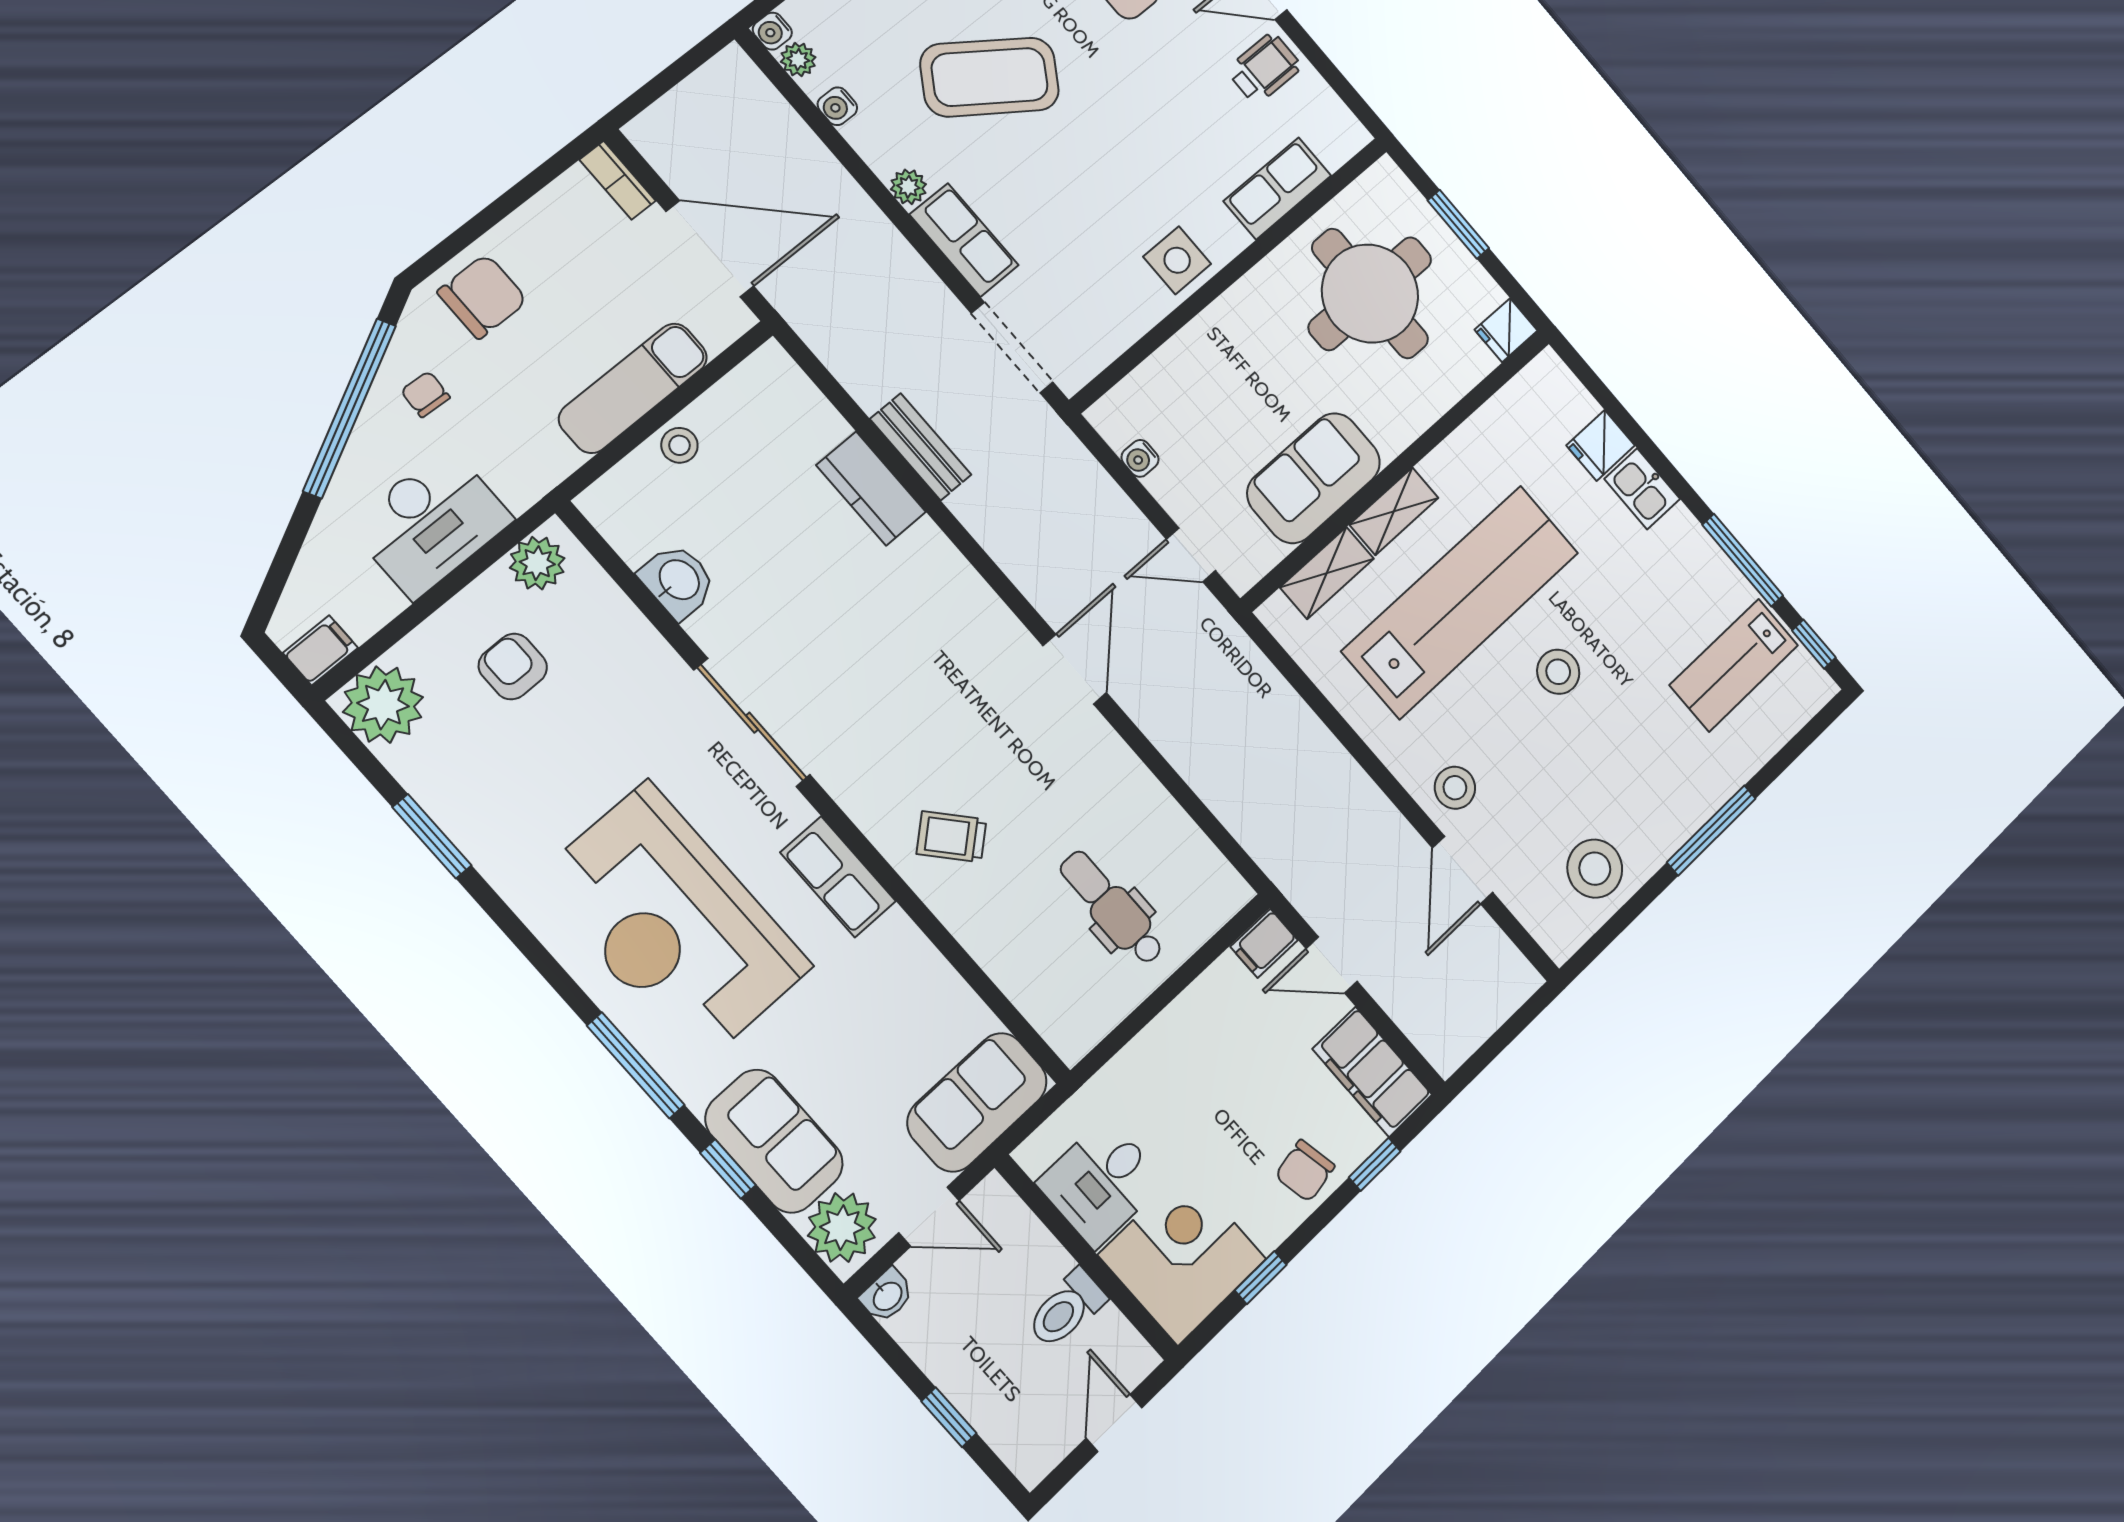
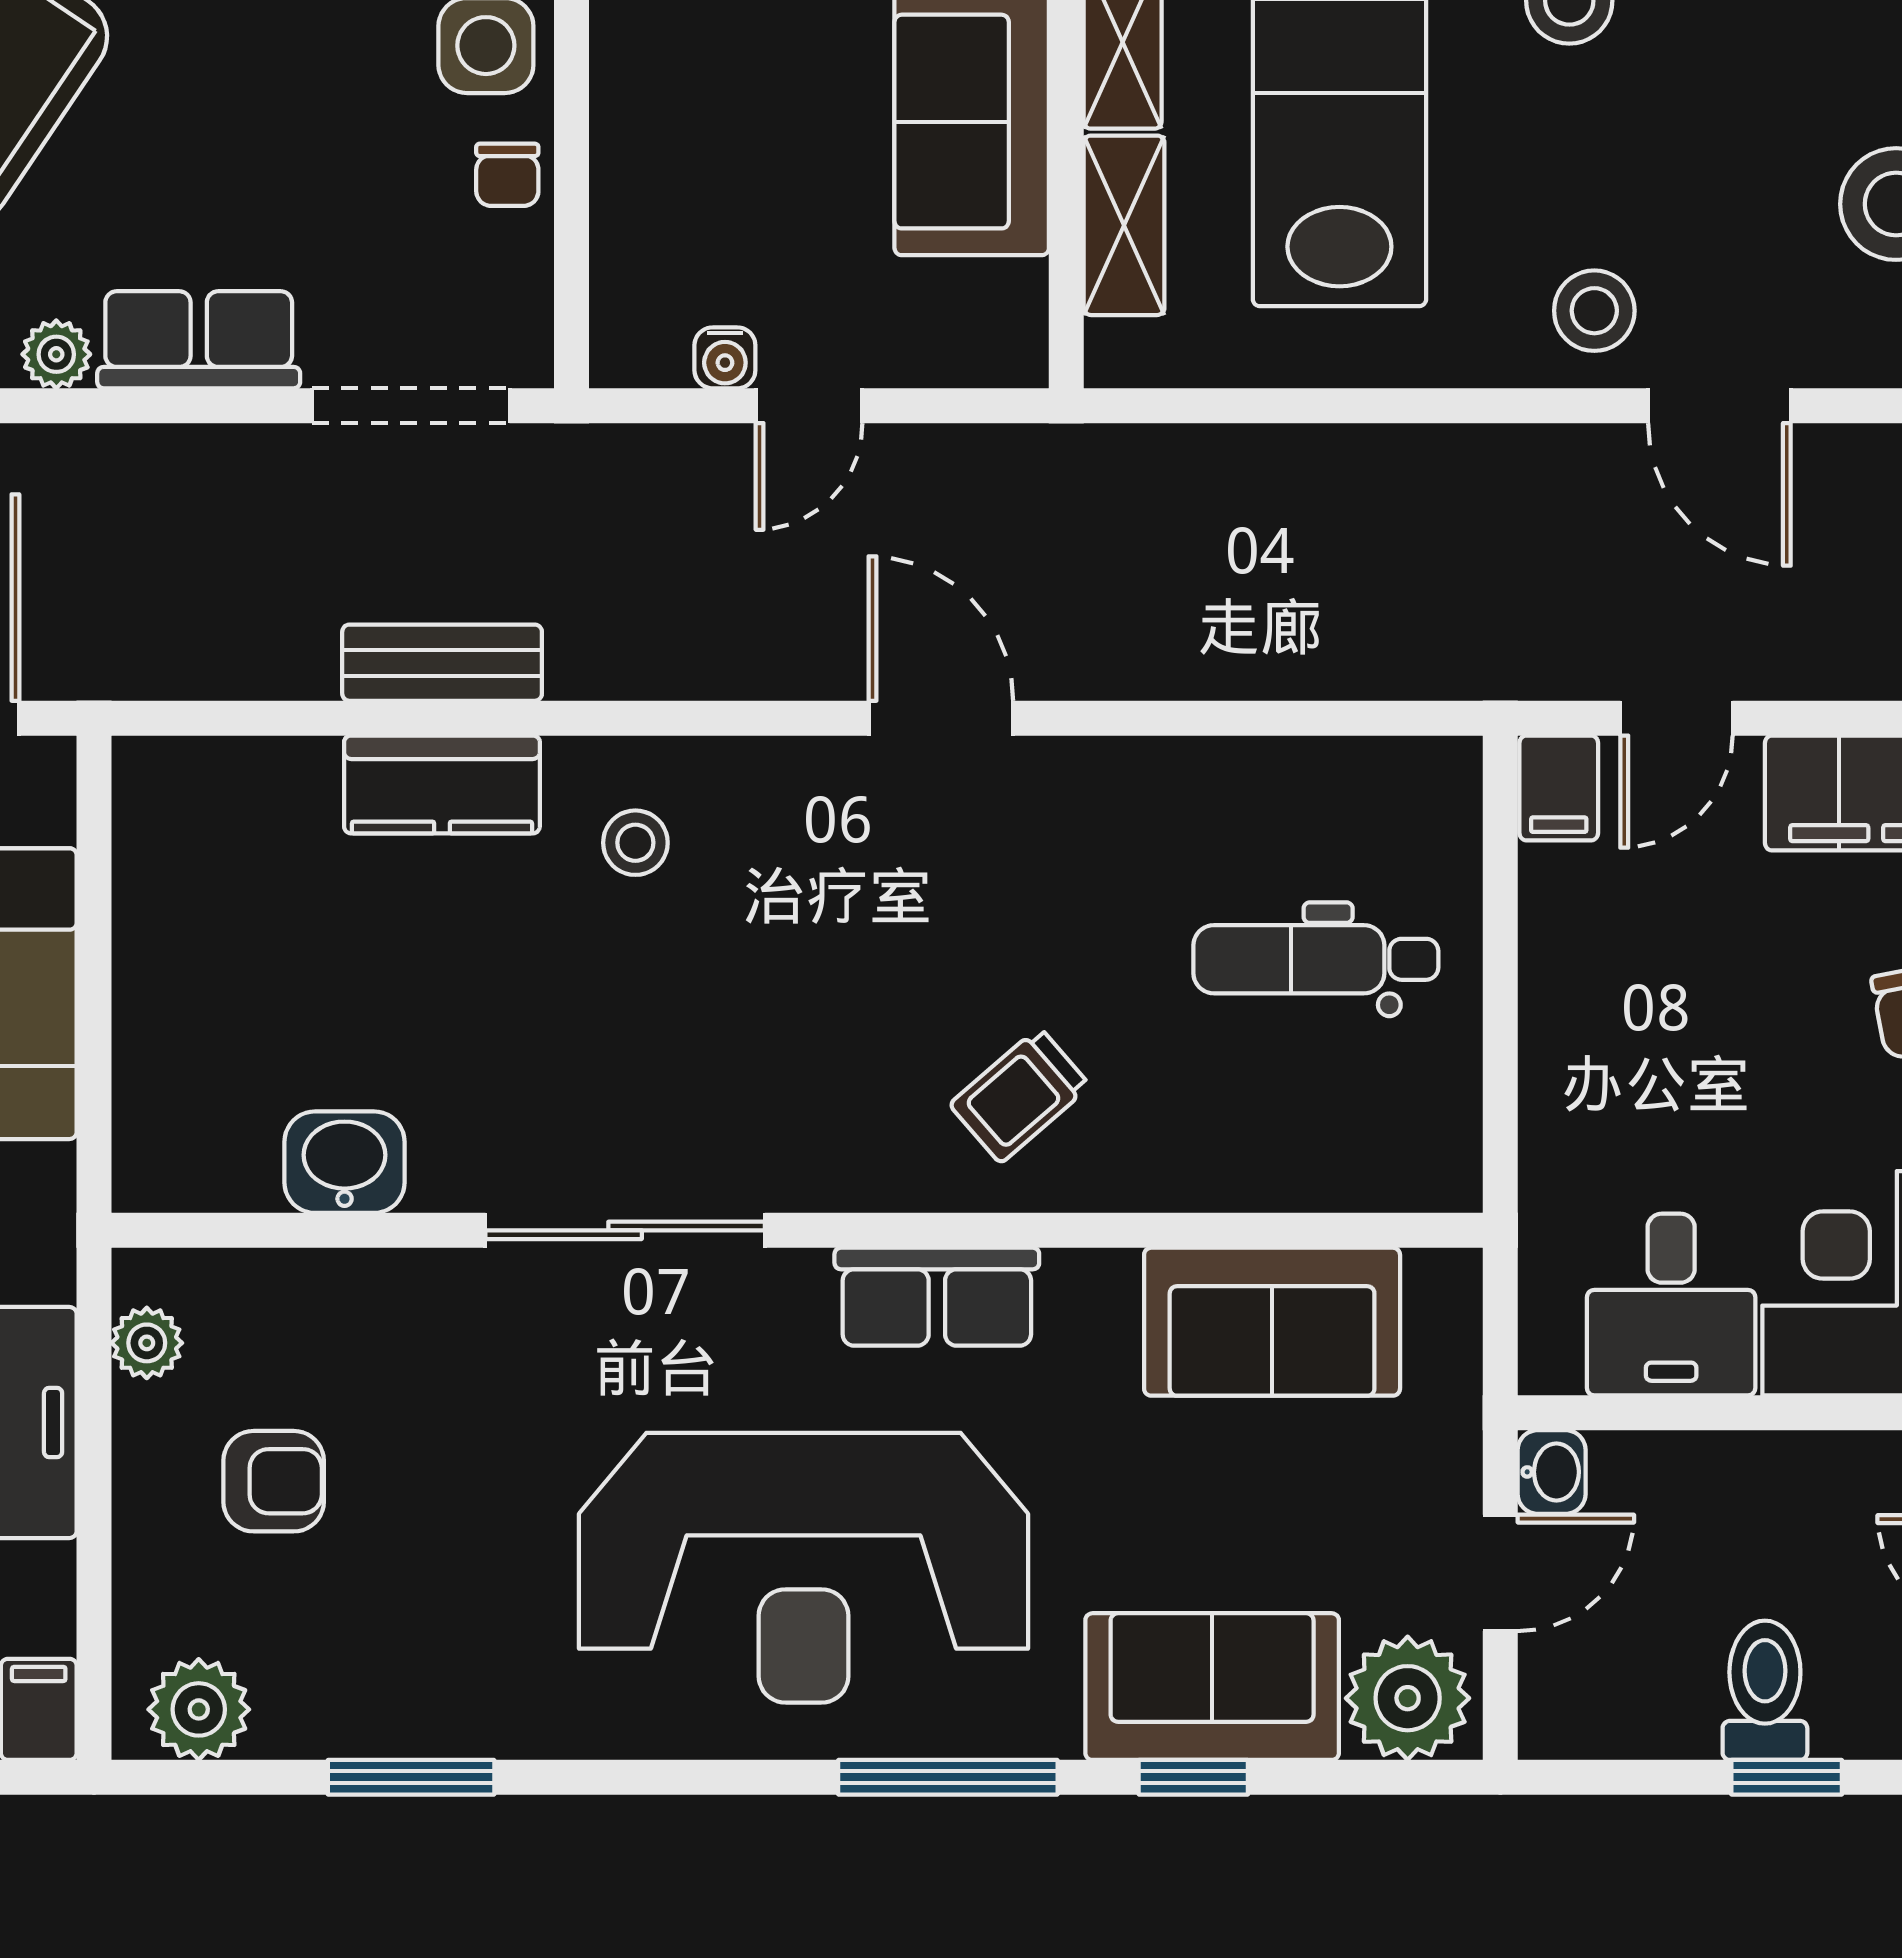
chair: (1135, 311) -> (507, 175), added
stool: (679, 445) -> (635, 843), moved
door: (1191, 555) -> (809, 406), moved
plant: (537, 563) -> (147, 1343), width x0.73, depth x0.73
armchair: (513, 667) -> (274, 1481), turned 180
plant: (383, 705) -> (199, 1709), width x0.73, depth x0.73
sofa: (977, 1102) -> (1272, 1322), moved, turned -90
washbasin: (887, 1296) -> (1552, 1472), moved
toilet: (1066, 1309) -> (1765, 1690), moved, turned 180

